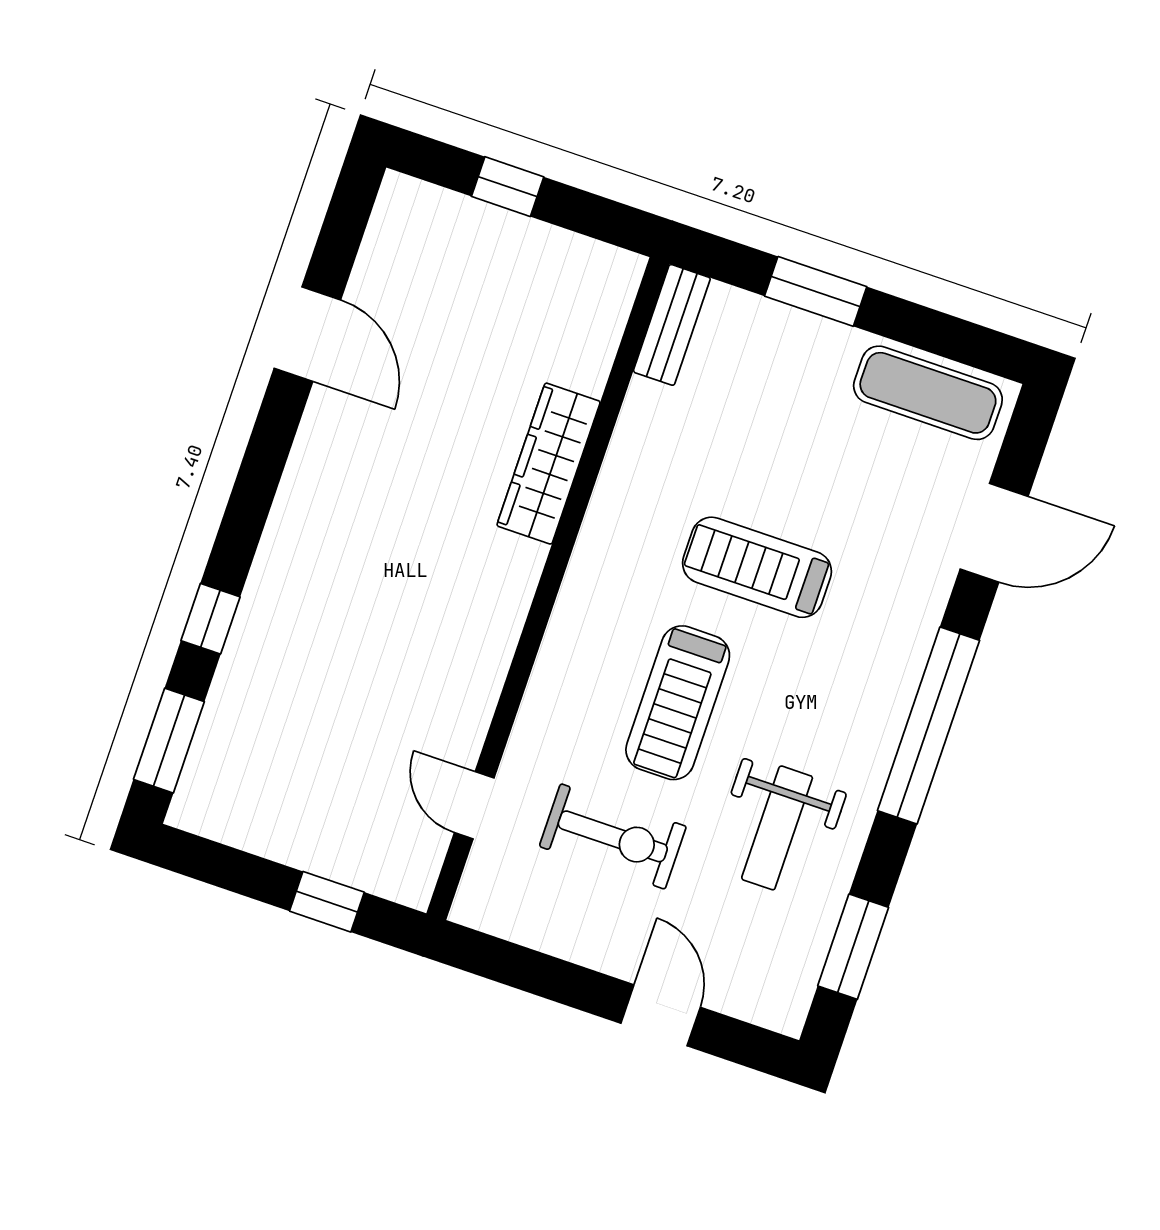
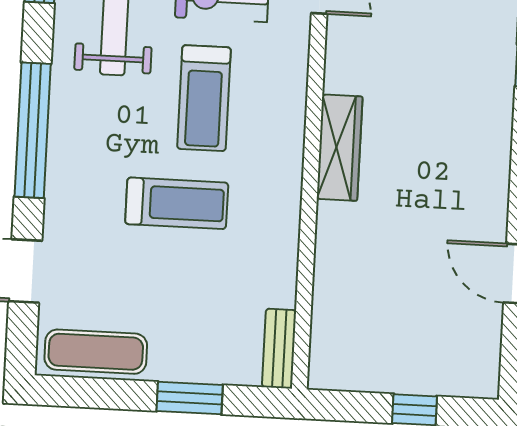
wardrobe: (549, 464) -> (340, 148), moved
treadmill: (678, 703) -> (204, 98), turned 180

